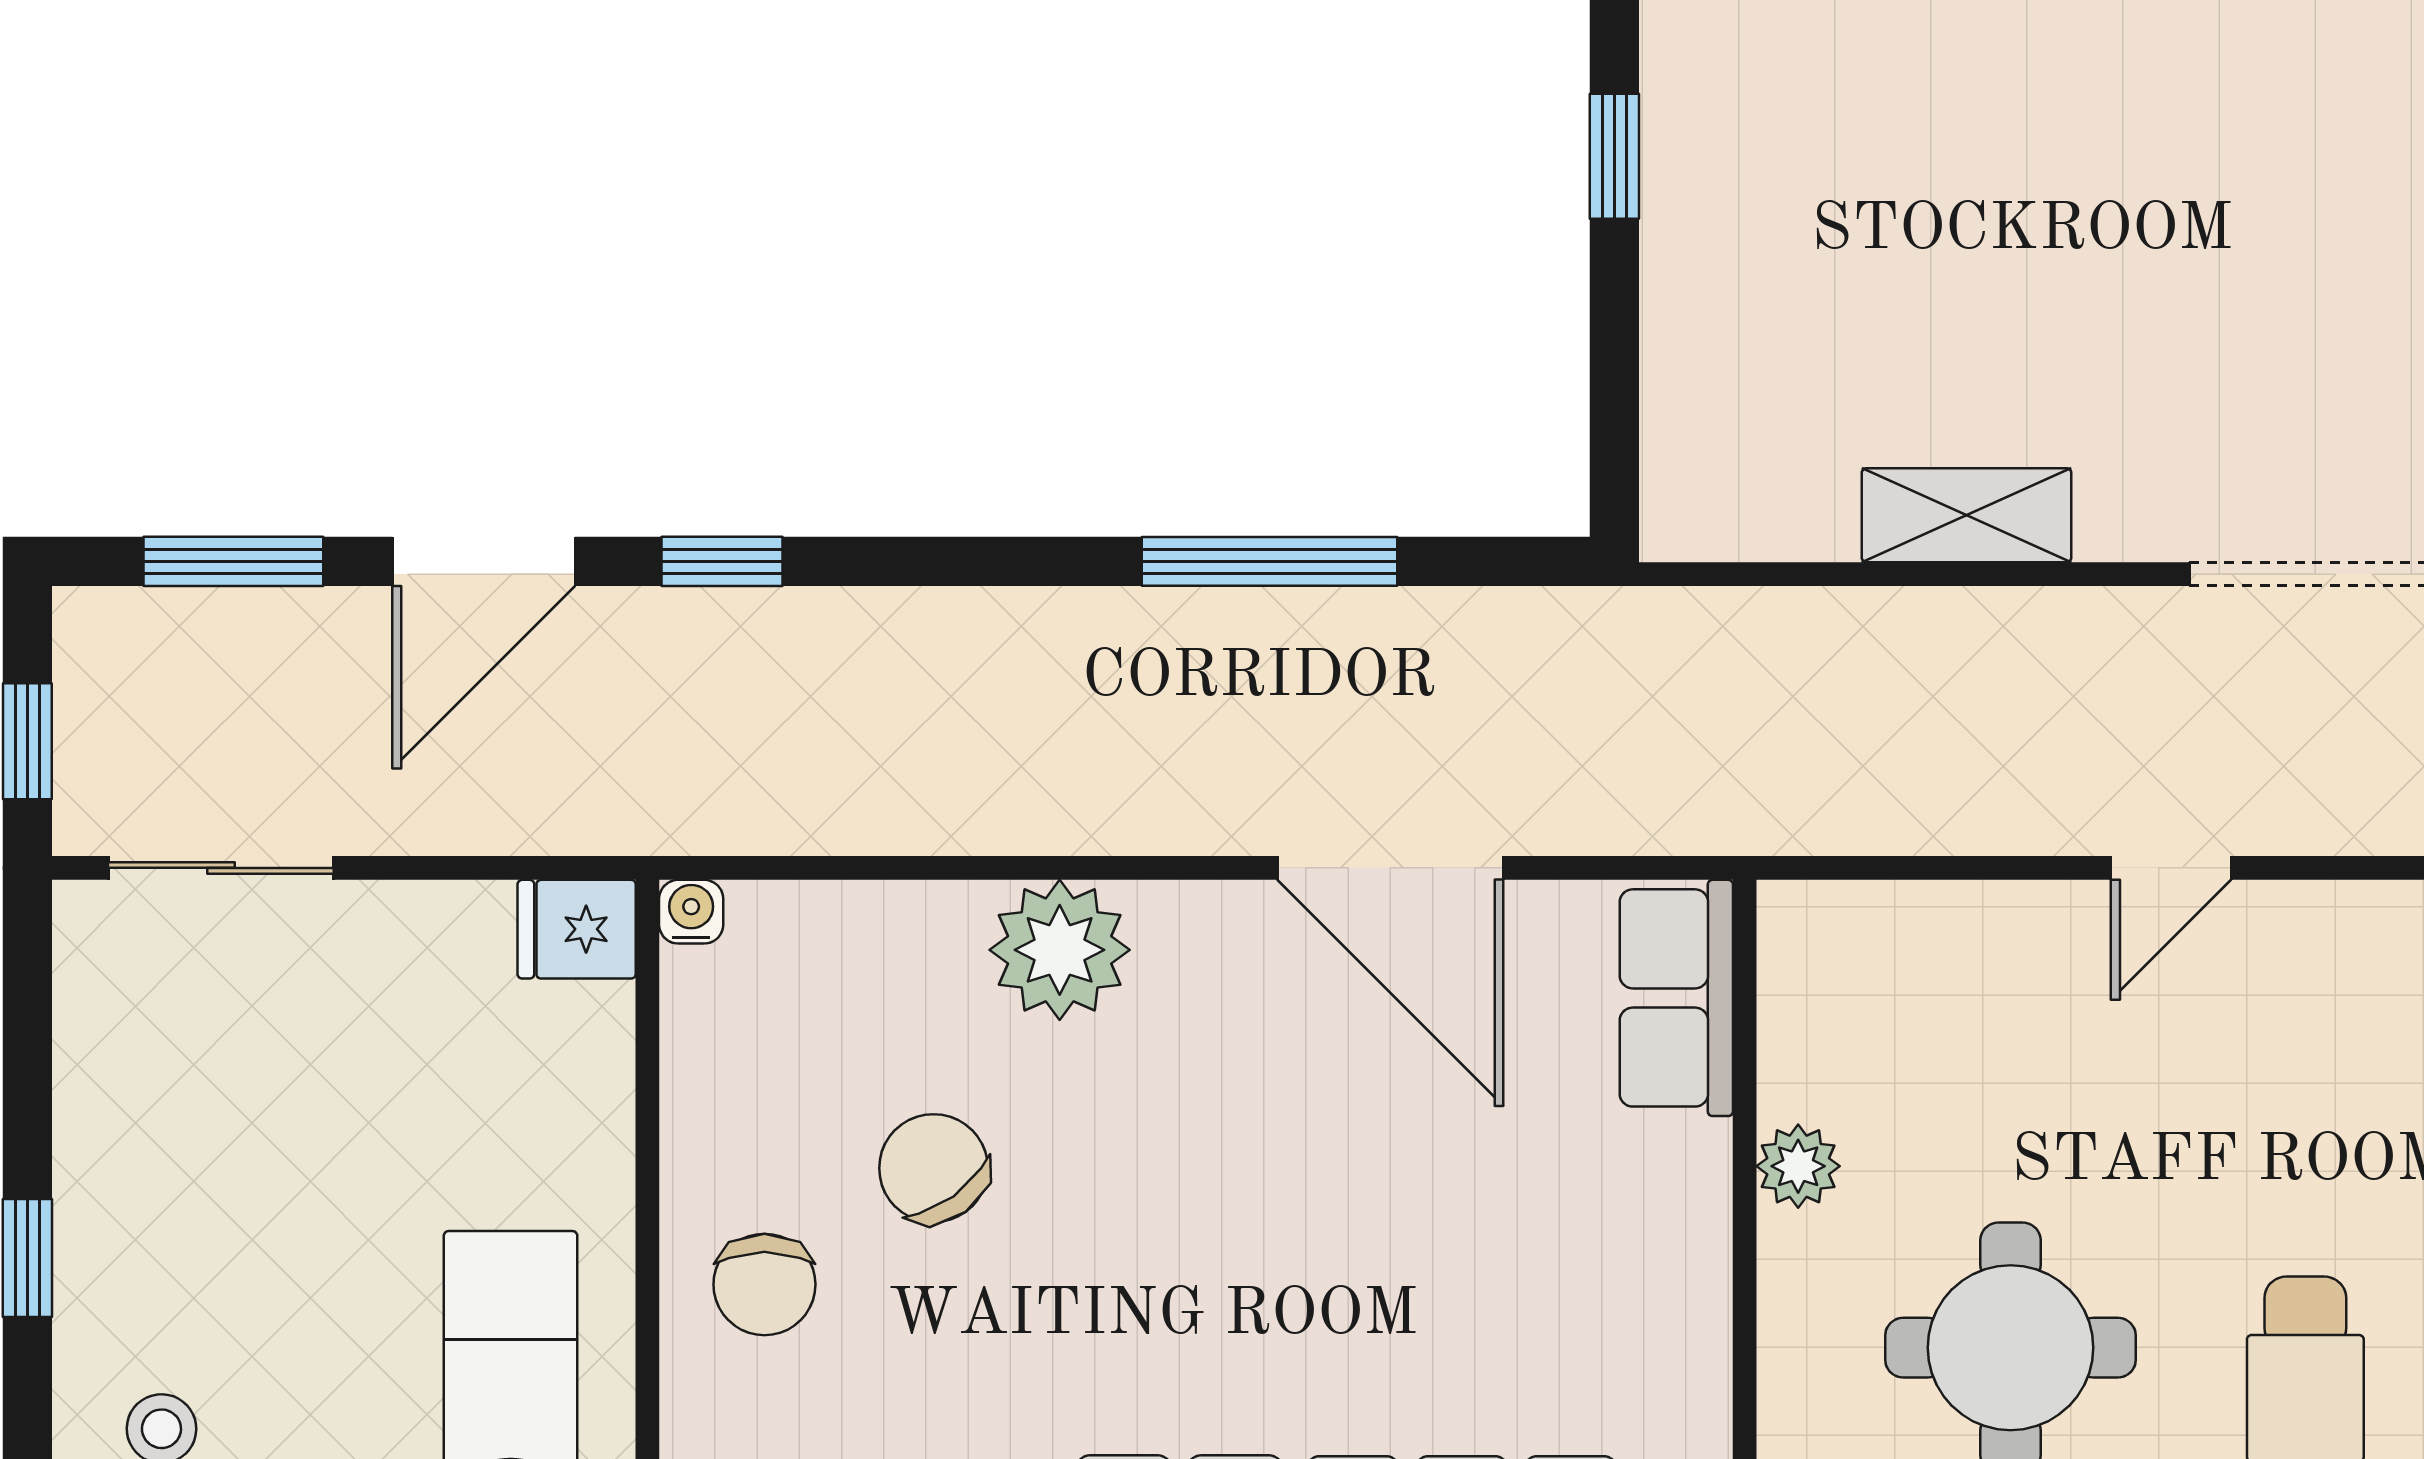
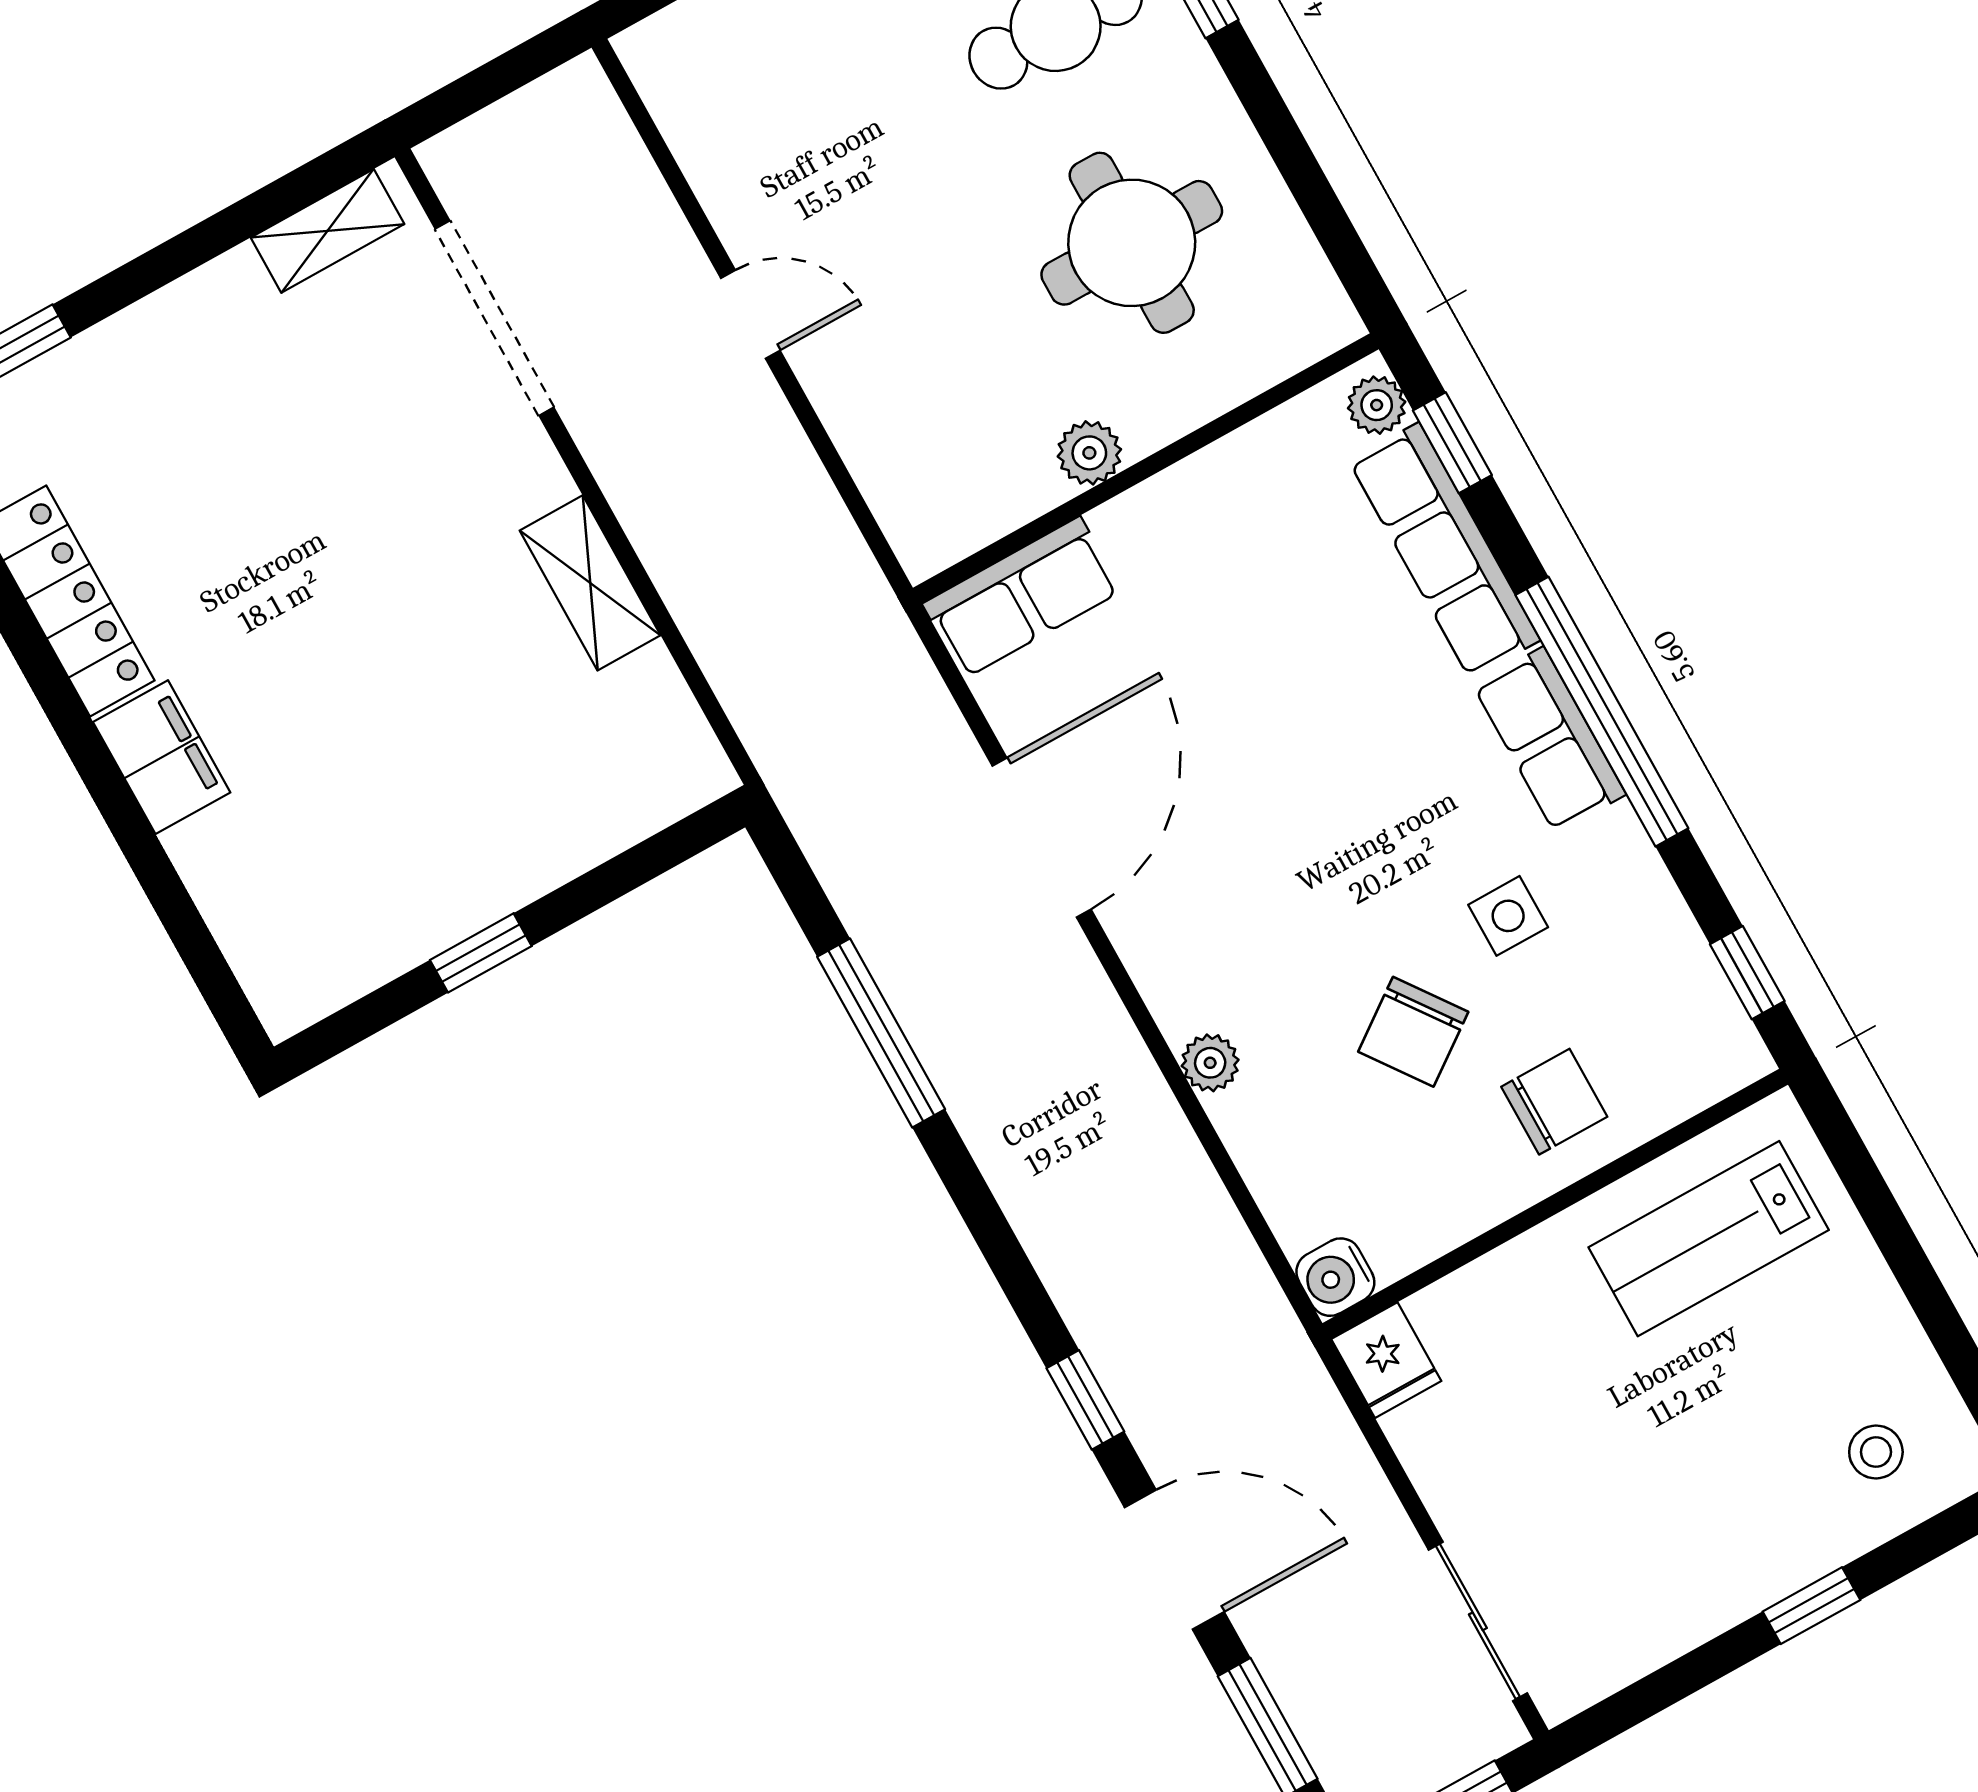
water cooler: (691, 912) -> (1335, 1277), width x1.38, depth x1.38
plant: (1060, 950) -> (1210, 1063), width x0.53, depth x0.53
side table: (1005, 1350) -> (1508, 916), added

